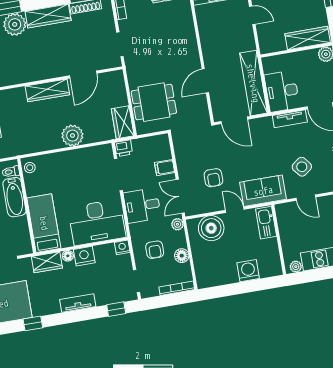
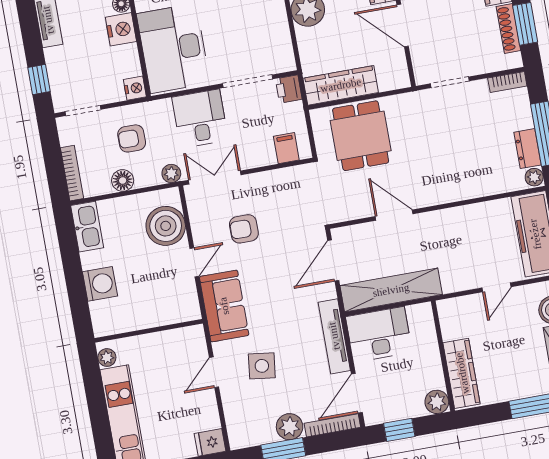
tv unit: (290, 119) -> (334, 336), width x1.41
wardrobe: (123, 122) -> (341, 85), width x1.50
side table: (302, 167) -> (262, 366), turned 45
filing cabinet: (165, 168) -> (286, 148), moved
kitchen sink: (266, 223) -> (87, 227), moved, turned 90

